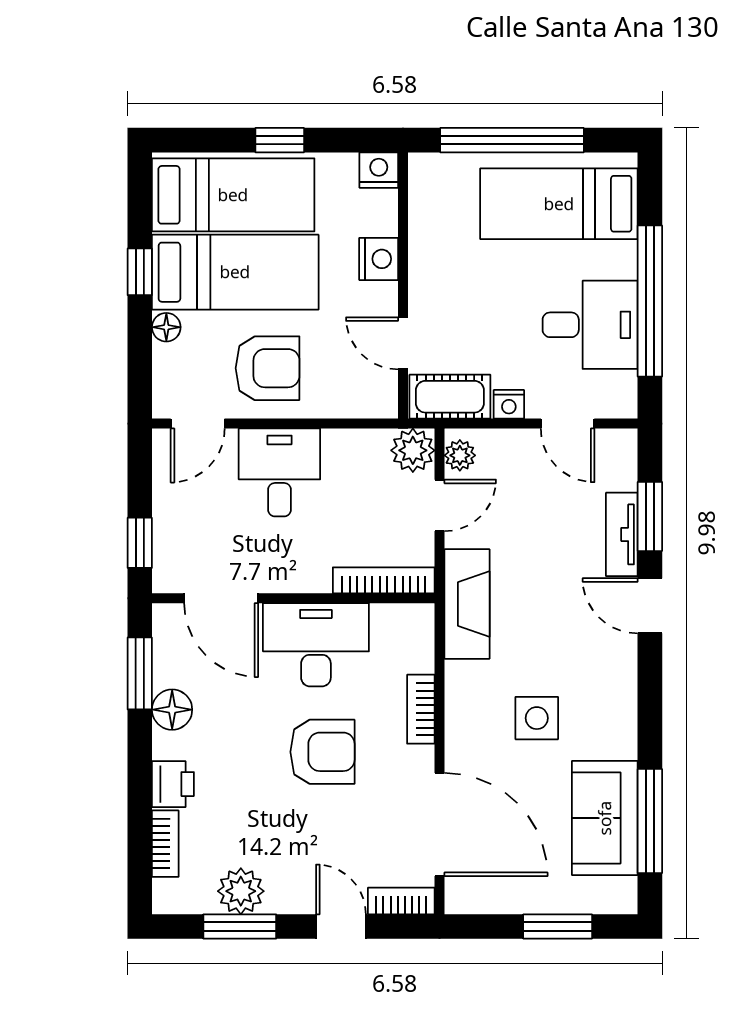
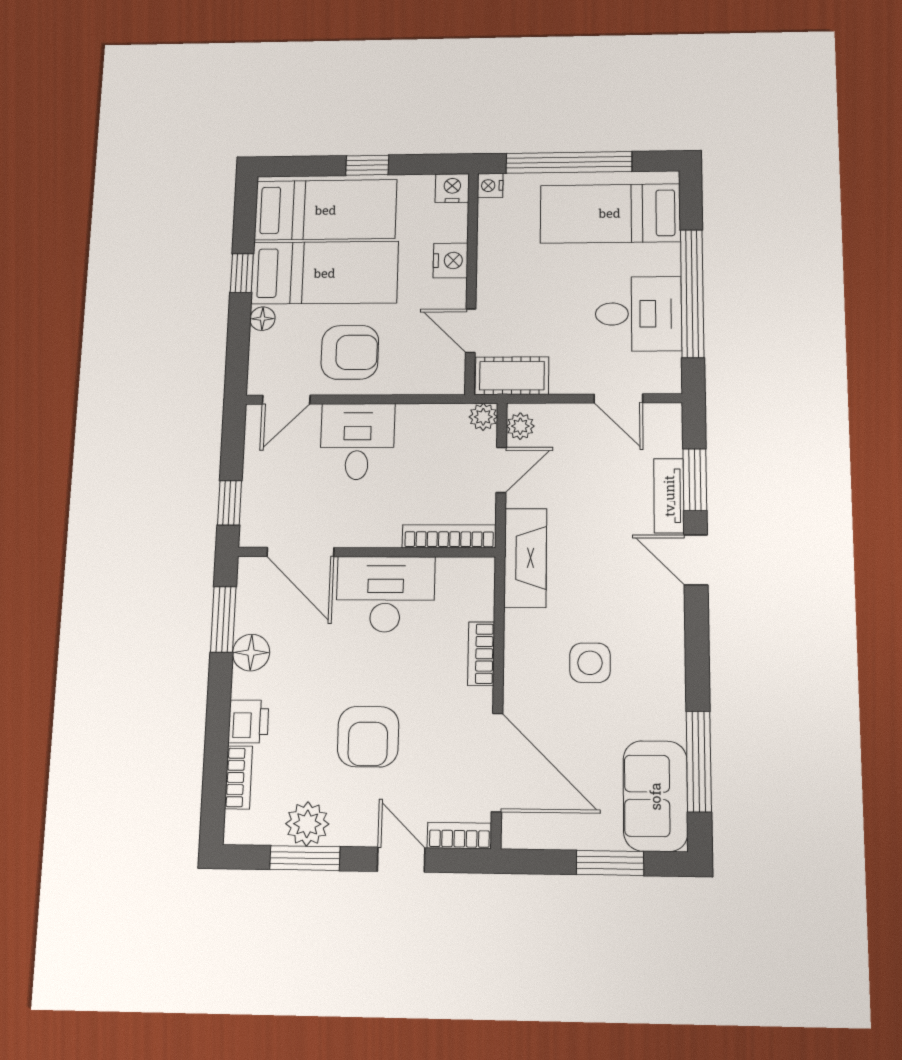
nightstand: (509, 404) -> (490, 186), moved, turned 90
plant: (413, 450) -> (483, 417), width x0.73, depth x0.73
armchair: (322, 752) -> (368, 737), moved, turned 90
sofa: (605, 818) -> (655, 796), moved

